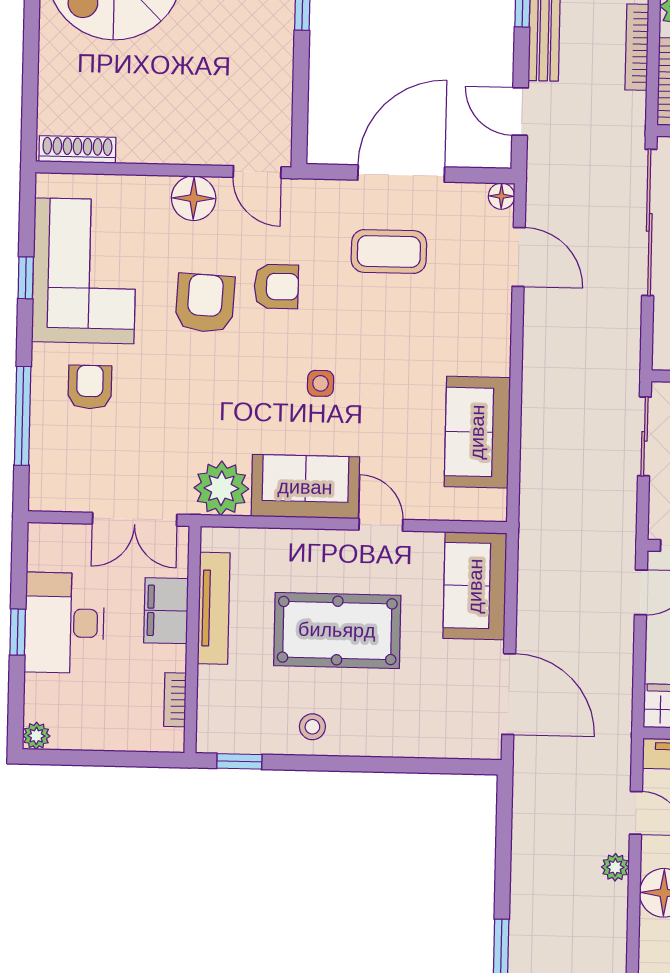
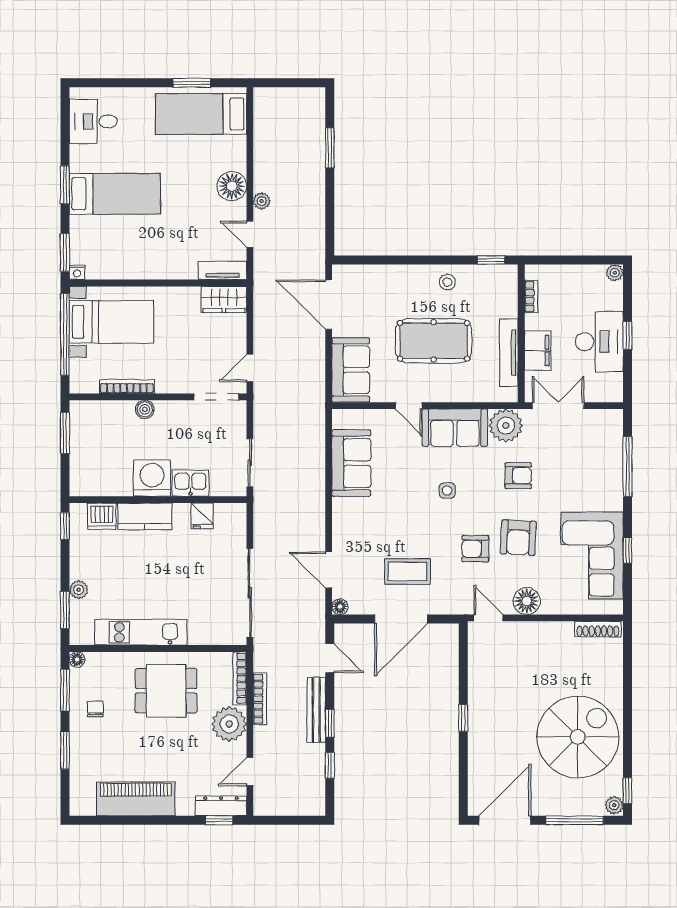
armchair: (90, 387) -> (518, 476), moved, turned -90

